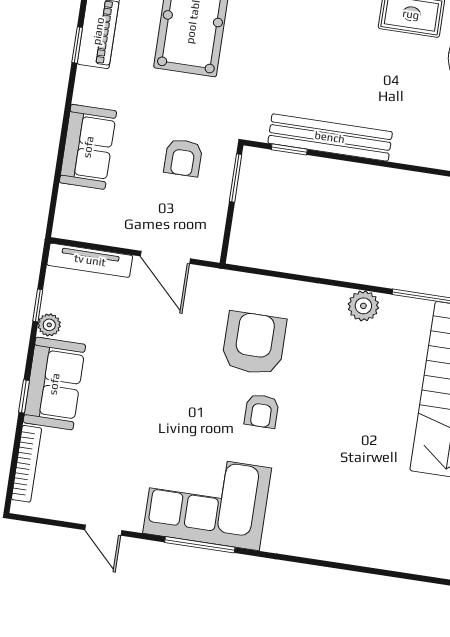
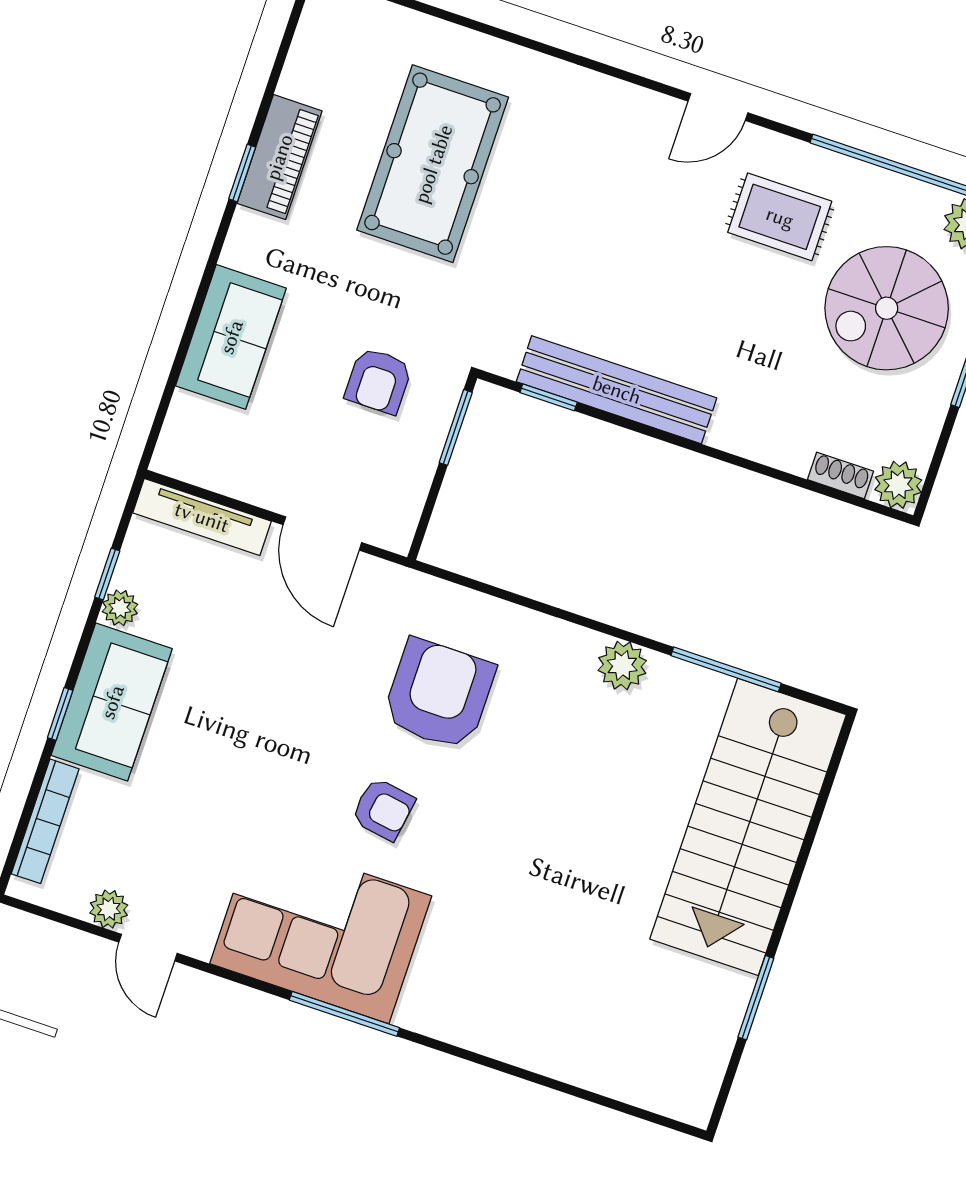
armchair: (262, 411) -> (383, 809), moved, turned -81
plant: (75, 511) -> (109, 909), added
window: (200, 545) -> (344, 1014), moved

